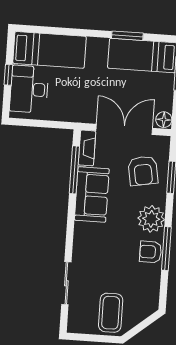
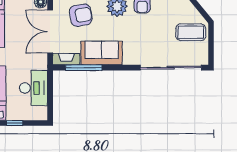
desk: (29, 89) -> (33, 88), moved, turned -90
sliding door: (66, 283) -> (171, 68), width x1.86

